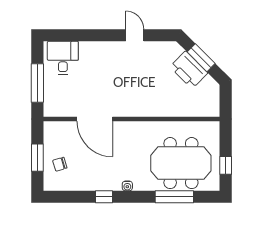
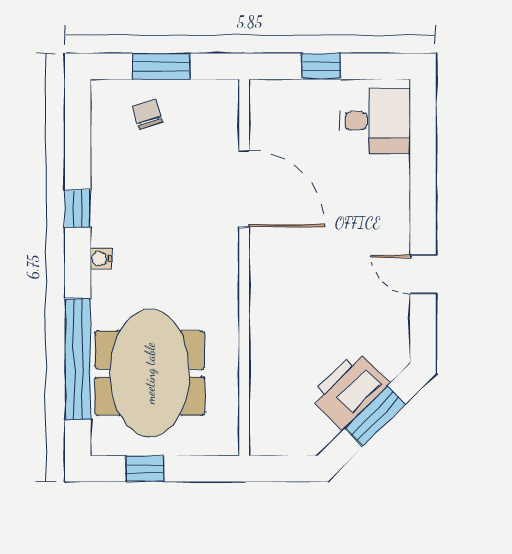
door: (135, 35) -> (423, 274), swing flipped
window: (37, 83) -> (321, 66), width x0.46
door: (95, 119) -> (244, 189), swing flipped
window: (174, 197) -> (78, 359), width x1.46

